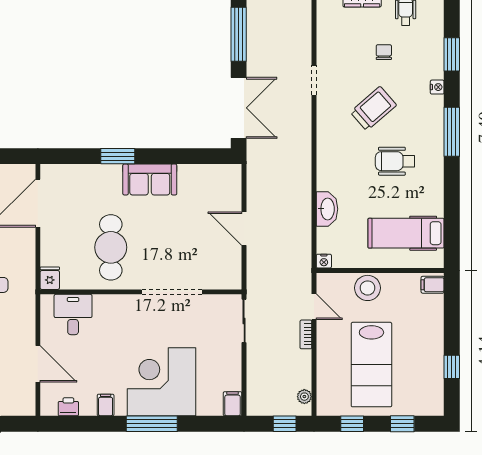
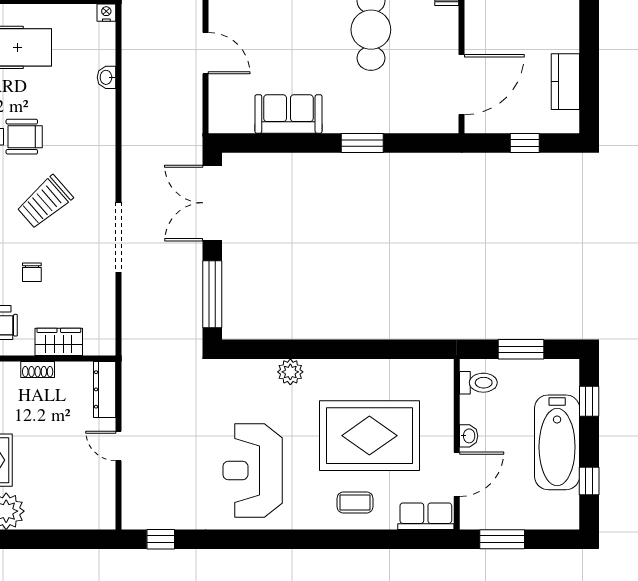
doorway: (314, 80) -> (118, 237), width x1.87
sofa: (150, 179) -> (288, 114), moved
washbasin: (327, 209) -> (107, 77), width x0.52, depth x0.69

